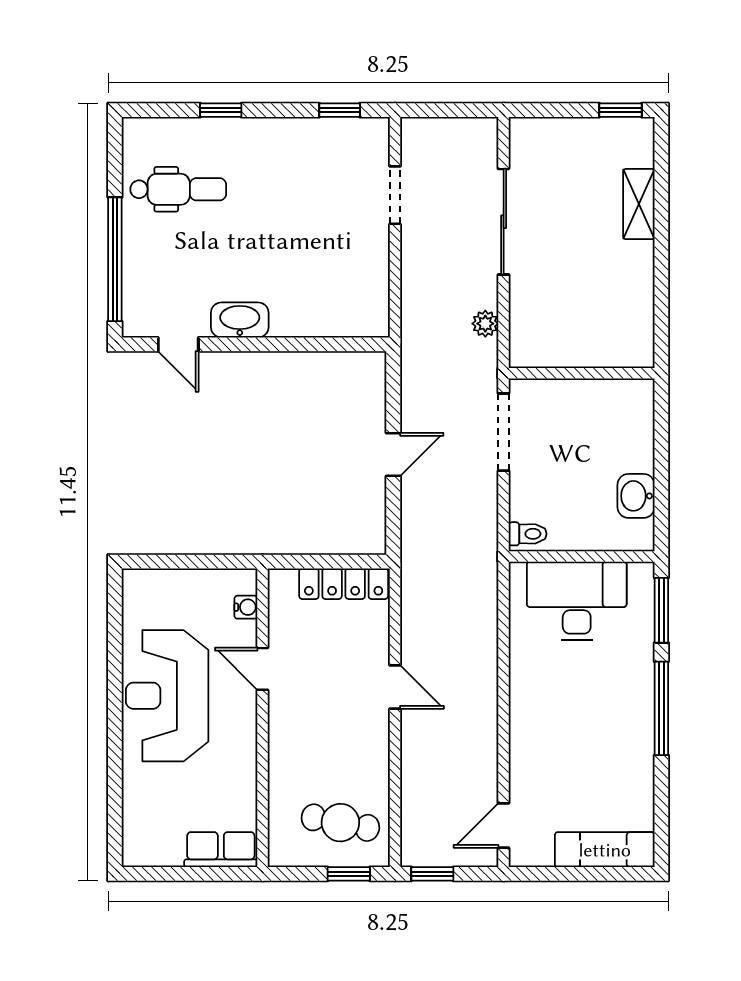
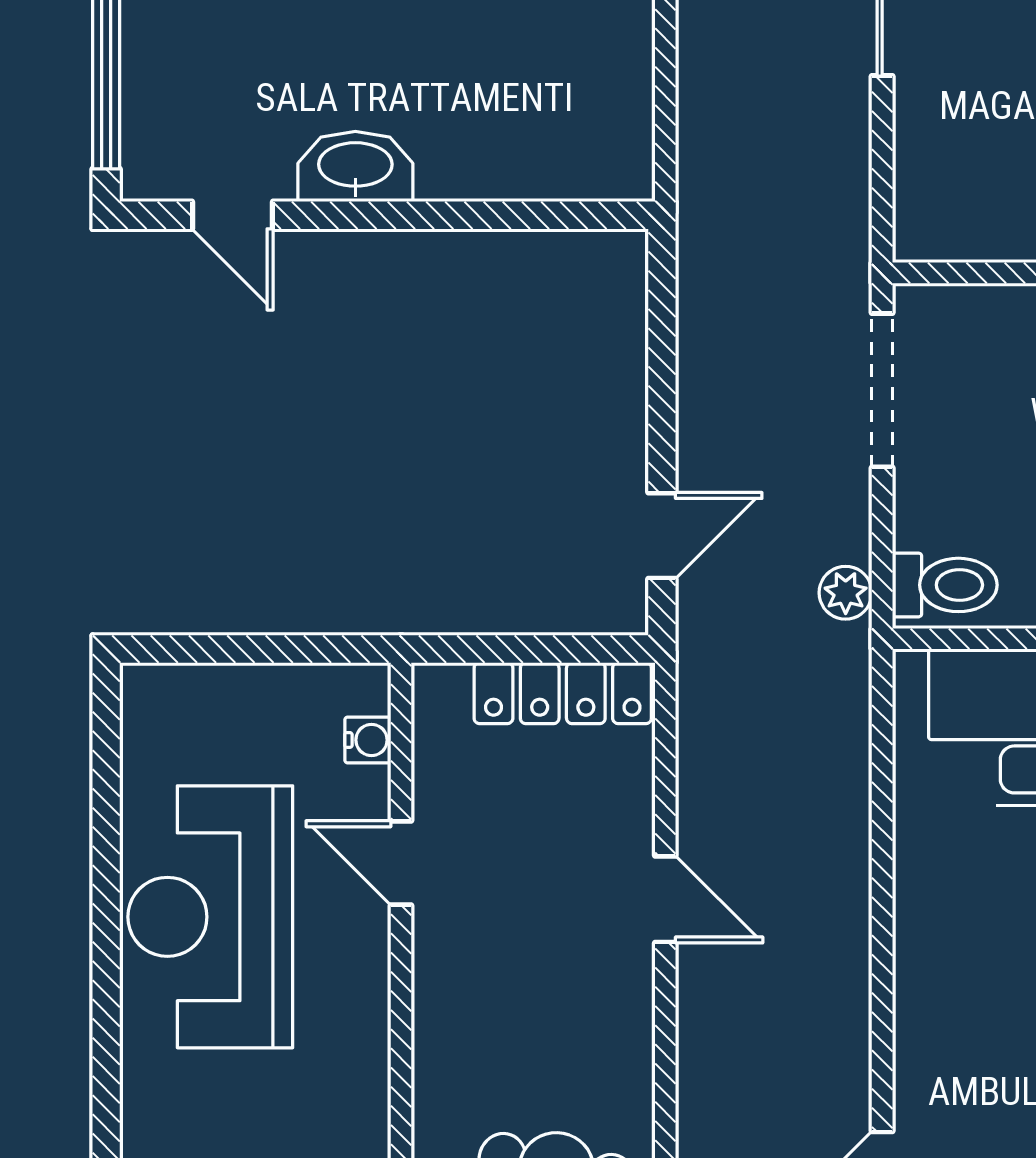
plant: (485, 324) -> (846, 593), moved
door: (393, 454) -> (662, 536), moved
toilet: (528, 534) -> (945, 585), width x1.37, depth x1.39

